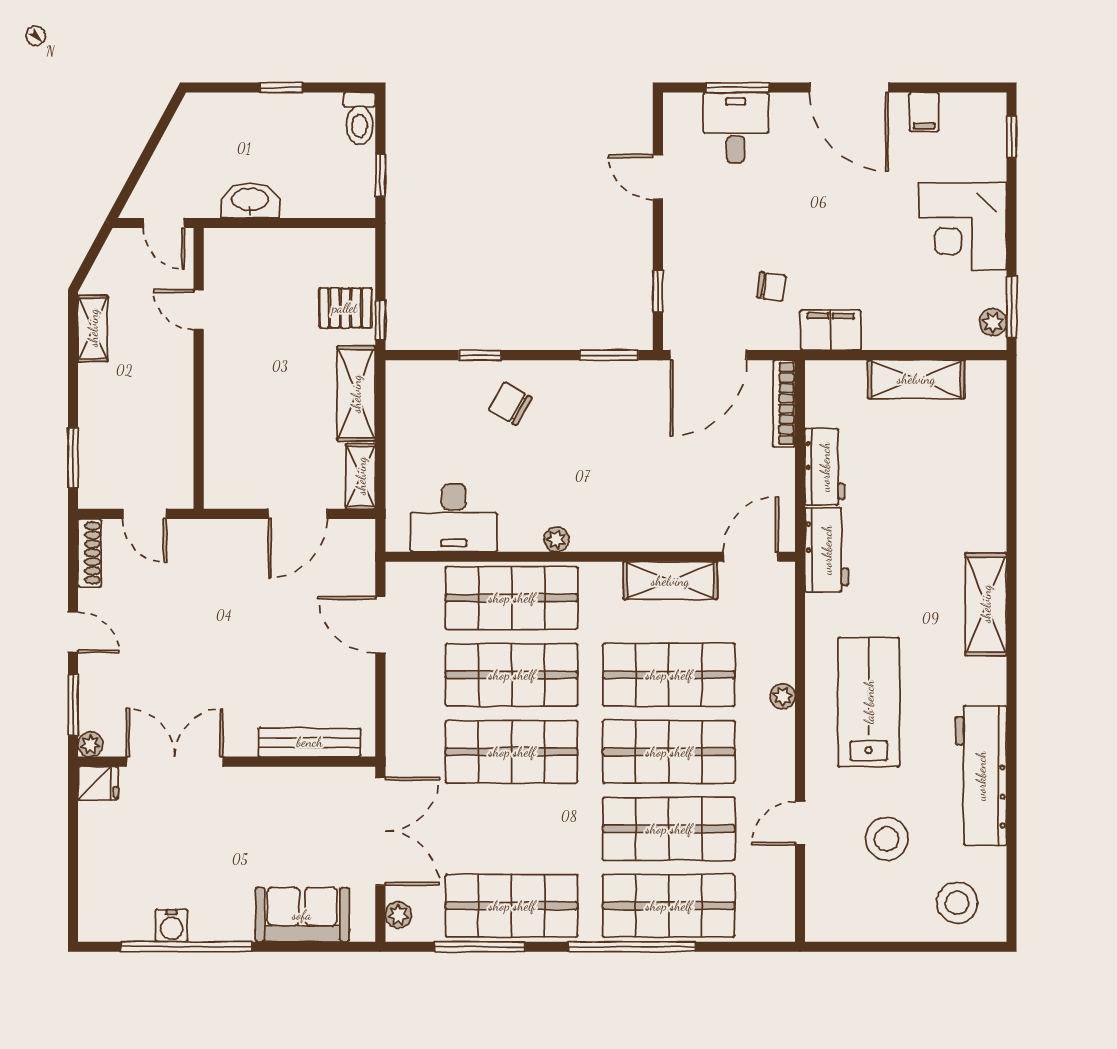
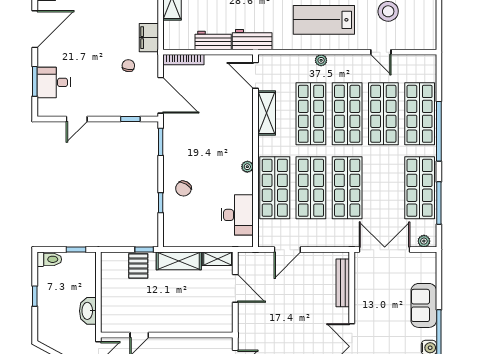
sofa: (302, 915) -> (424, 305), moved

